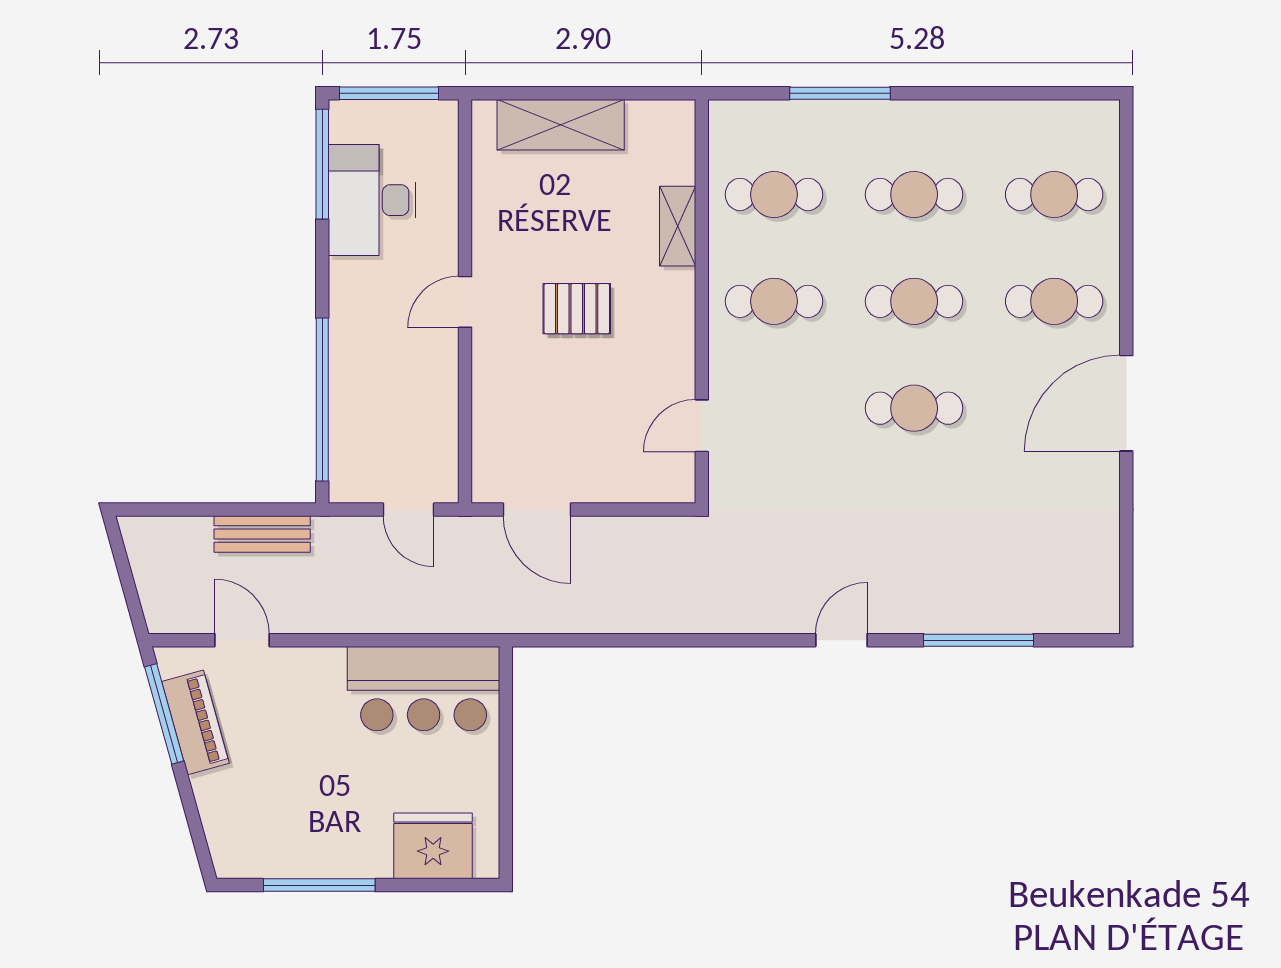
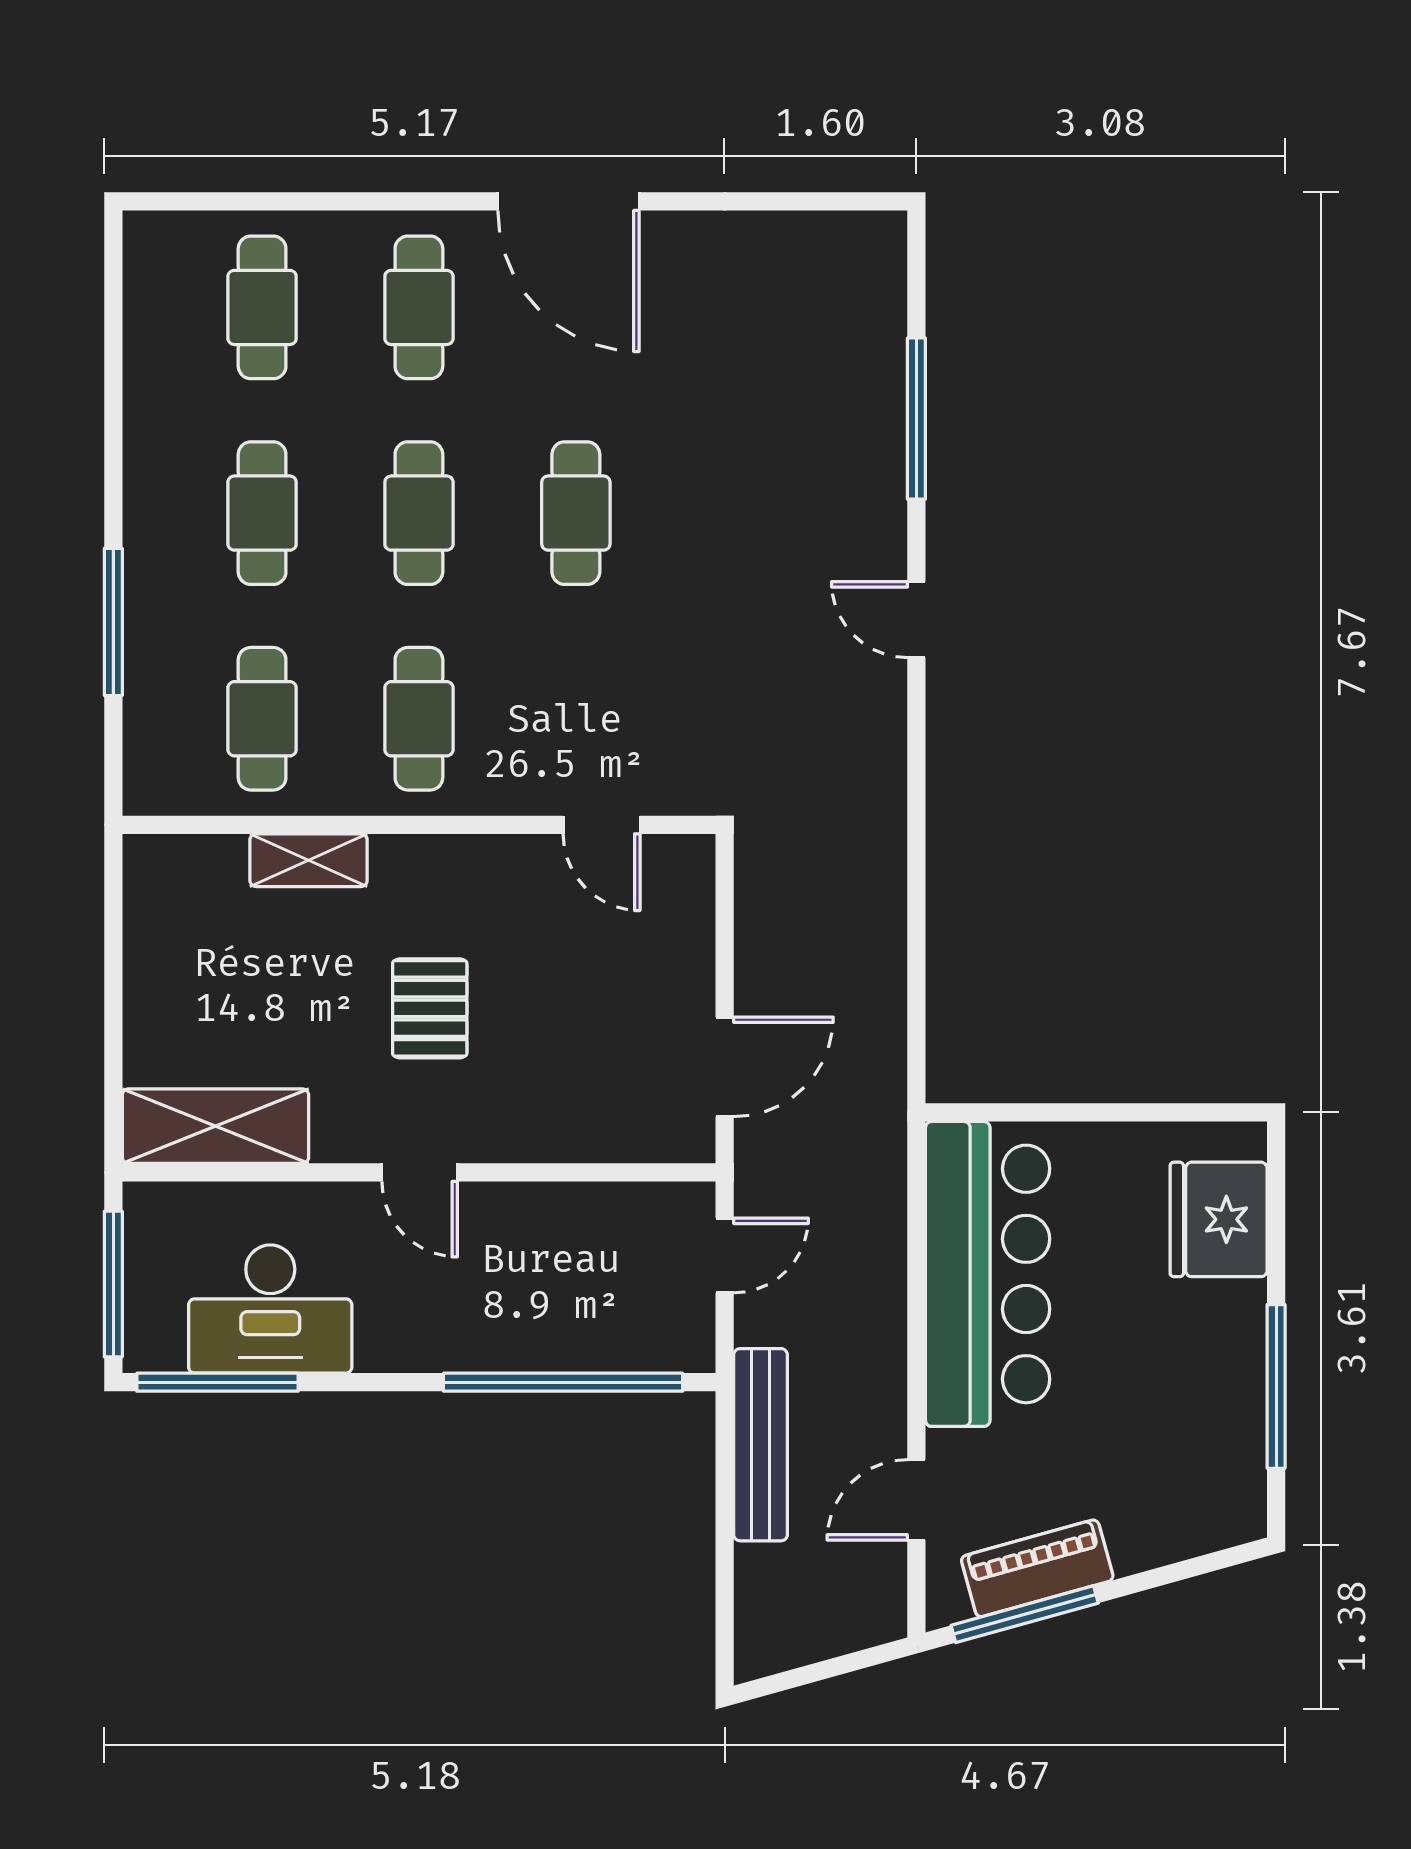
shelving: (561, 125) -> (215, 1126), moved, turned 90
bench: (262, 534) -> (761, 1445), width x1.36
bar counter: (424, 689) -> (988, 1274), width x1.36

